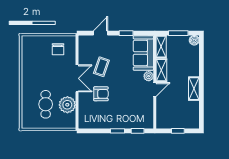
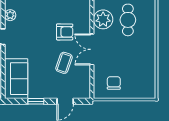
plant: (149, 76) -> (10, 15), moved
armchair: (101, 94) -> (65, 32), turned 180

